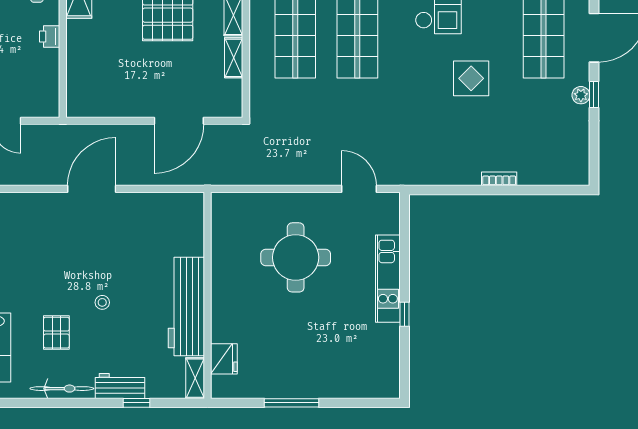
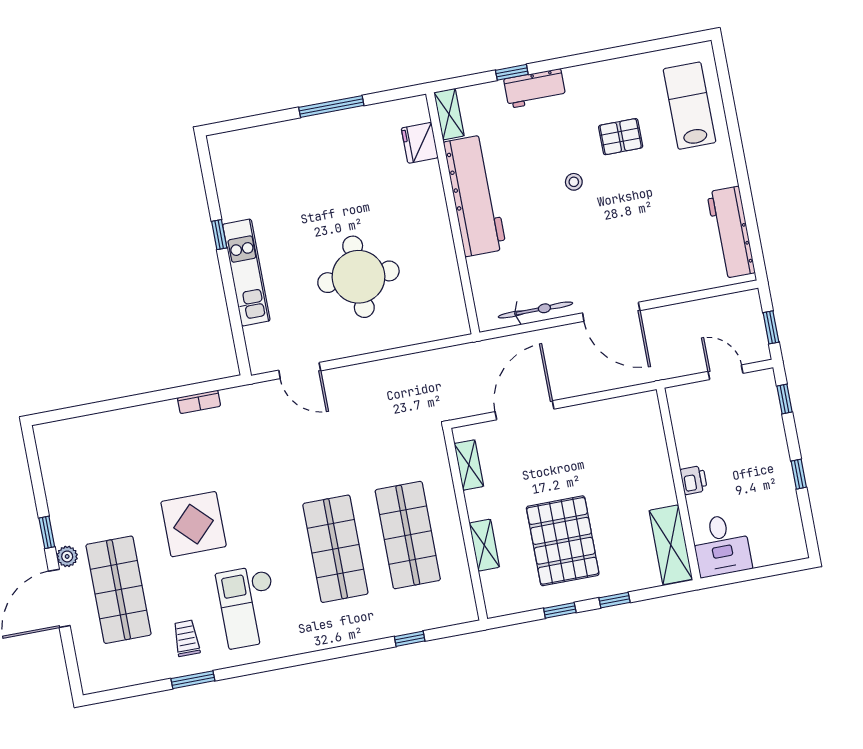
shelving: (234, 58) -> (469, 465), moved
display table: (471, 78) -> (194, 524), width x1.36, depth x1.36
plant: (581, 95) -> (67, 556), moved
bookcase: (499, 179) -> (199, 402), moved
door: (92, 189) -> (611, 312), hinge flipped
pallet: (56, 333) -> (621, 137), turned 90
bicycle: (62, 389) -> (535, 310), moved, turned 180

